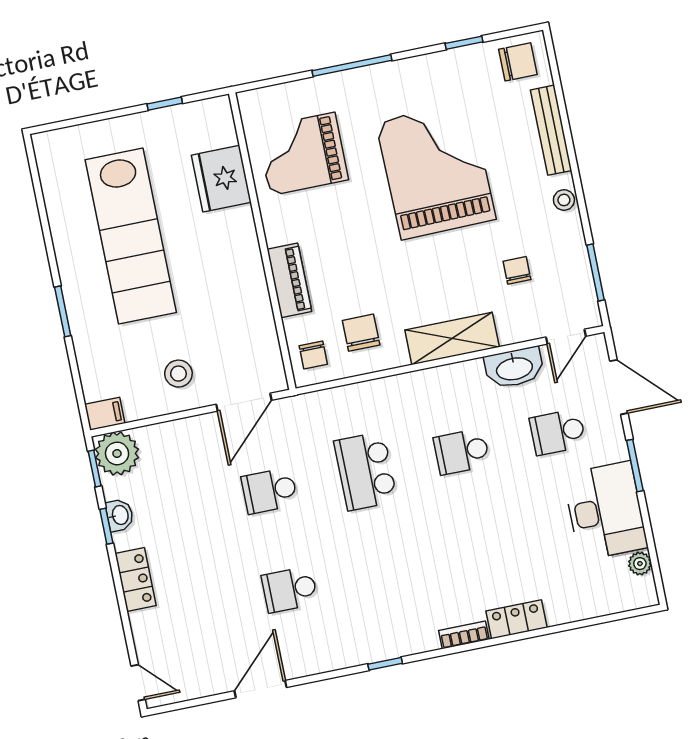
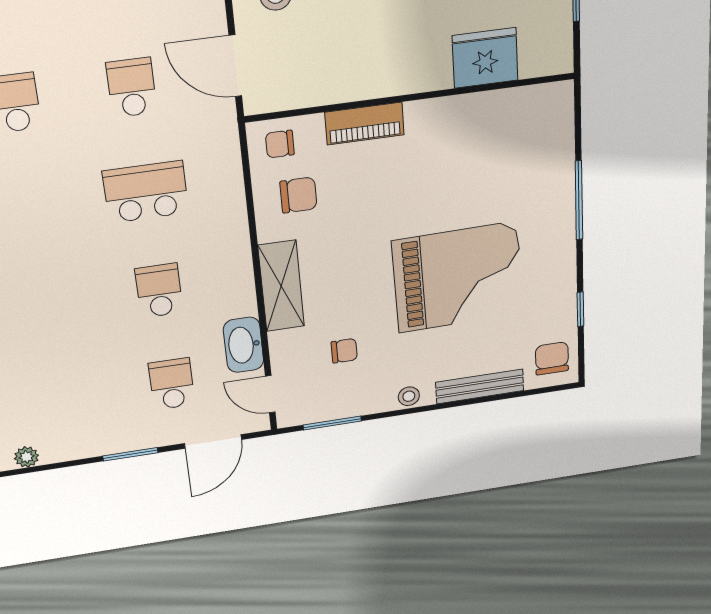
chair: (518, 62) -> (552, 358), turned 180
grand piano: (302, 154) -> (497, 145), removed
desk: (605, 511) -> (85, 426), removed

